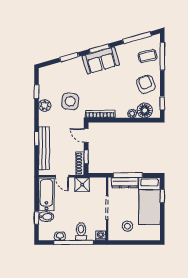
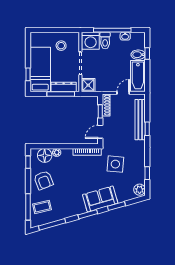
sofa: (101, 60) -> (100, 199), moved
plant: (45, 105) -> (140, 190), moved
door: (86, 135) -> (100, 132), swing flipped
door: (62, 176) -> (123, 93), hinge flipped
shower: (82, 185) -> (88, 85), moved
washing machine: (101, 235) -> (91, 41), width x1.89, depth x1.89

